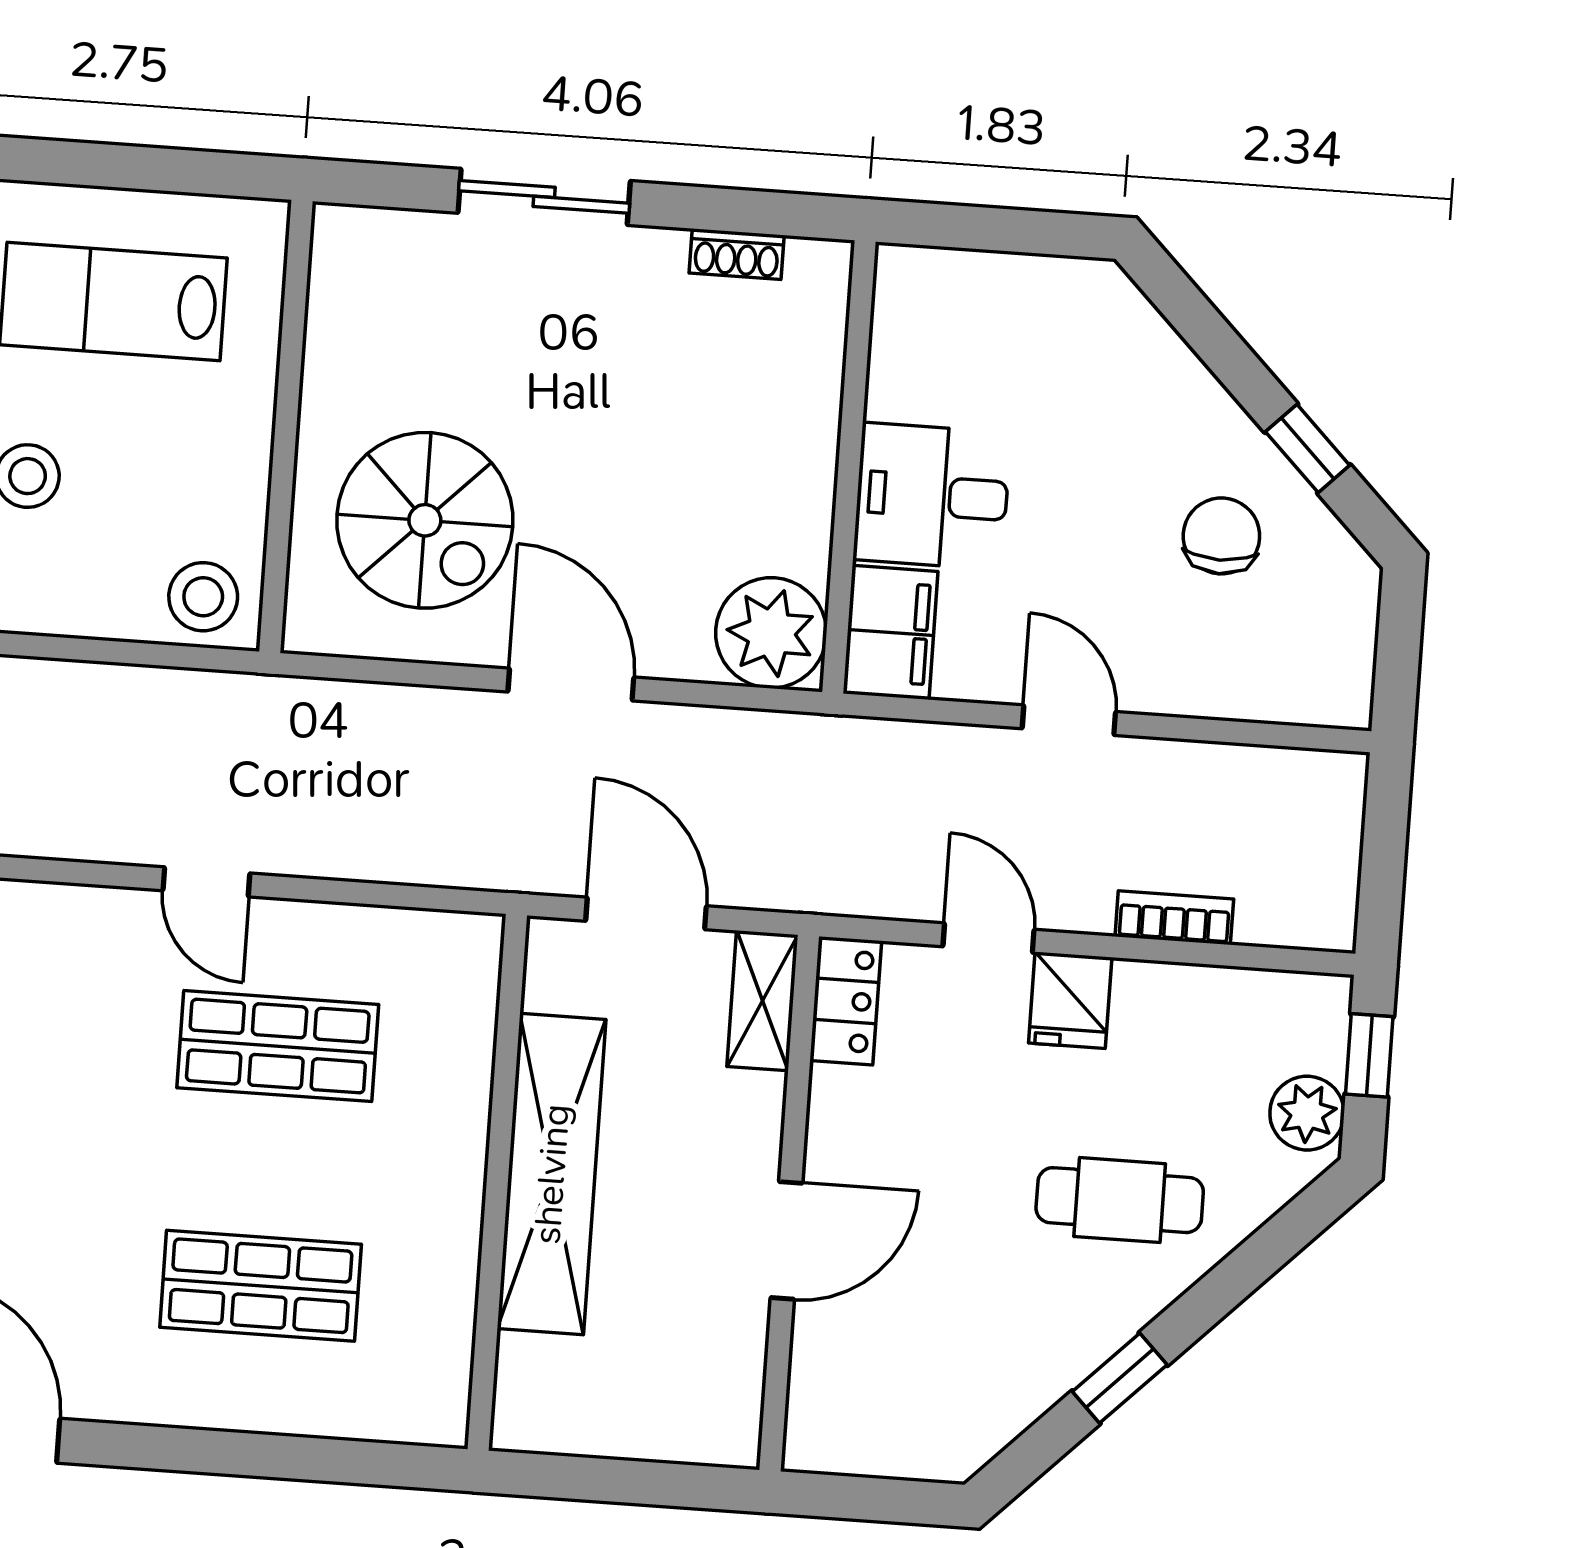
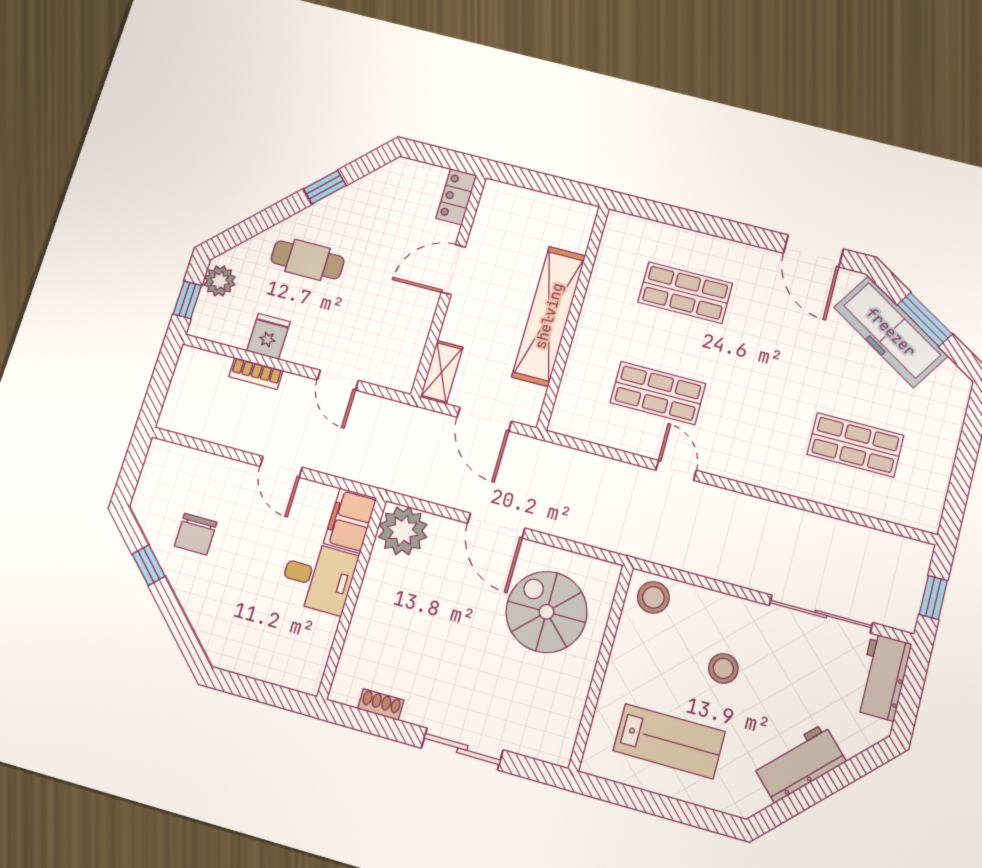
fridge: (1070, 1000) -> (268, 336), moved
locker: (846, 1001) -> (456, 197), moved

